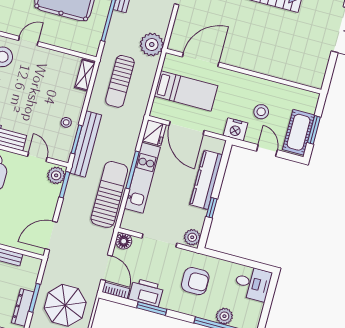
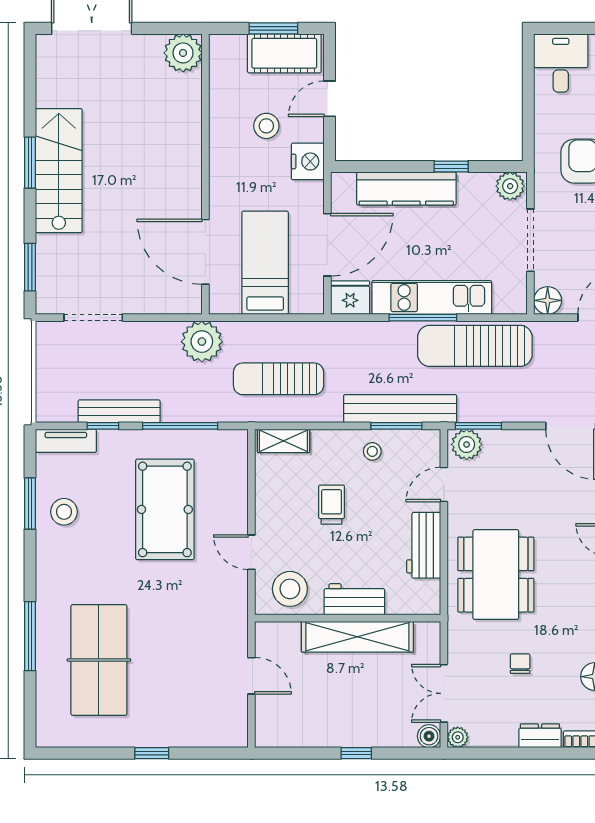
plant: (314, 76) -> (183, 53), added
sun lounger: (120, 81) -> (279, 379), turned 180
trolley: (43, 92) -> (332, 505), added

